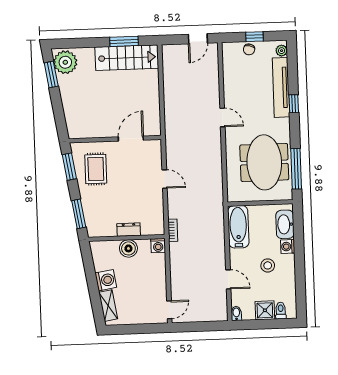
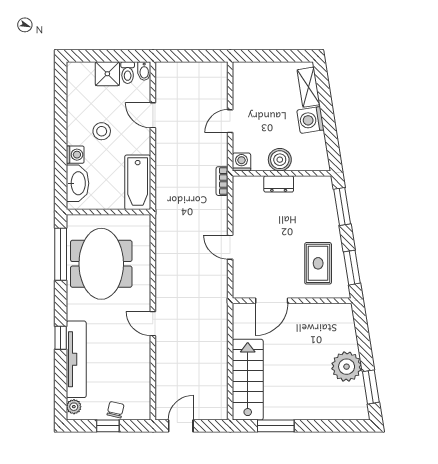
stairs: (127, 58) -> (248, 380), moved, turned 90
plant: (65, 62) -> (347, 367), moved
door: (169, 310) -> (230, 121), moved
toilet: (281, 311) -> (128, 73), moved

